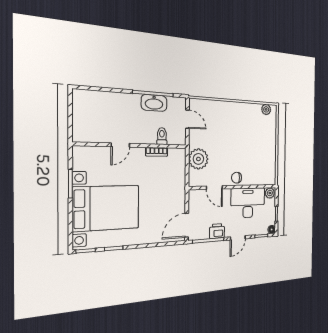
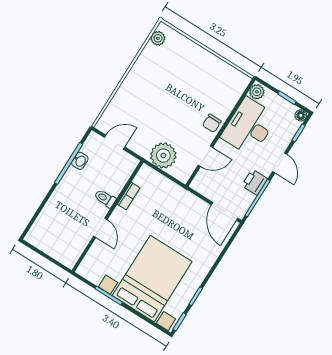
washbasin: (154, 103) -> (80, 161), width x0.52, depth x0.69
toilet: (162, 136) -> (105, 198), moved

